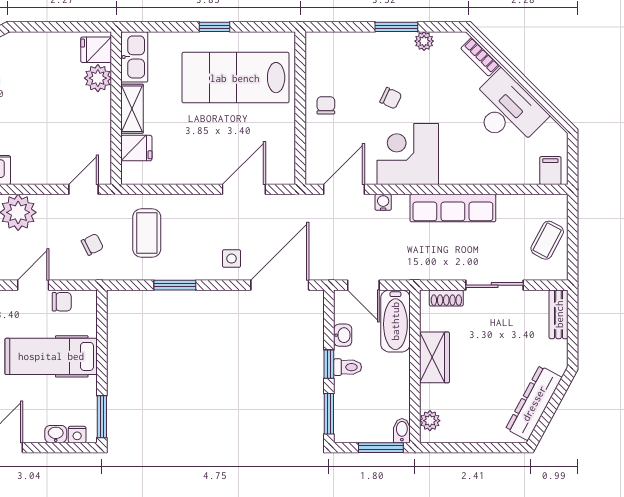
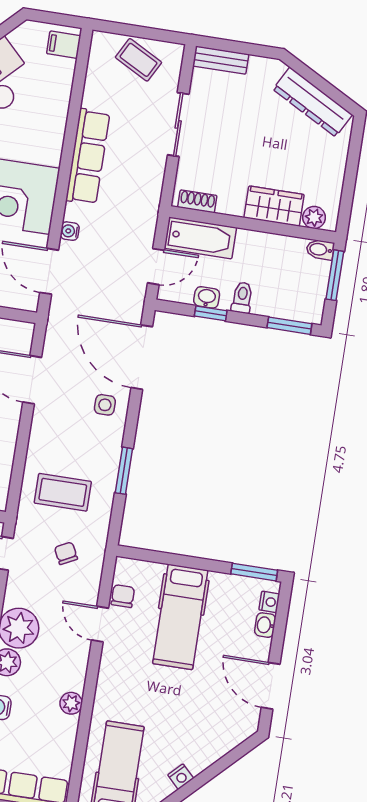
shoe rack: (446, 298) -> (197, 201), moved, turned -90
wardrobe: (435, 357) -> (274, 206), moved
window: (329, 364) -> (211, 313), moved

